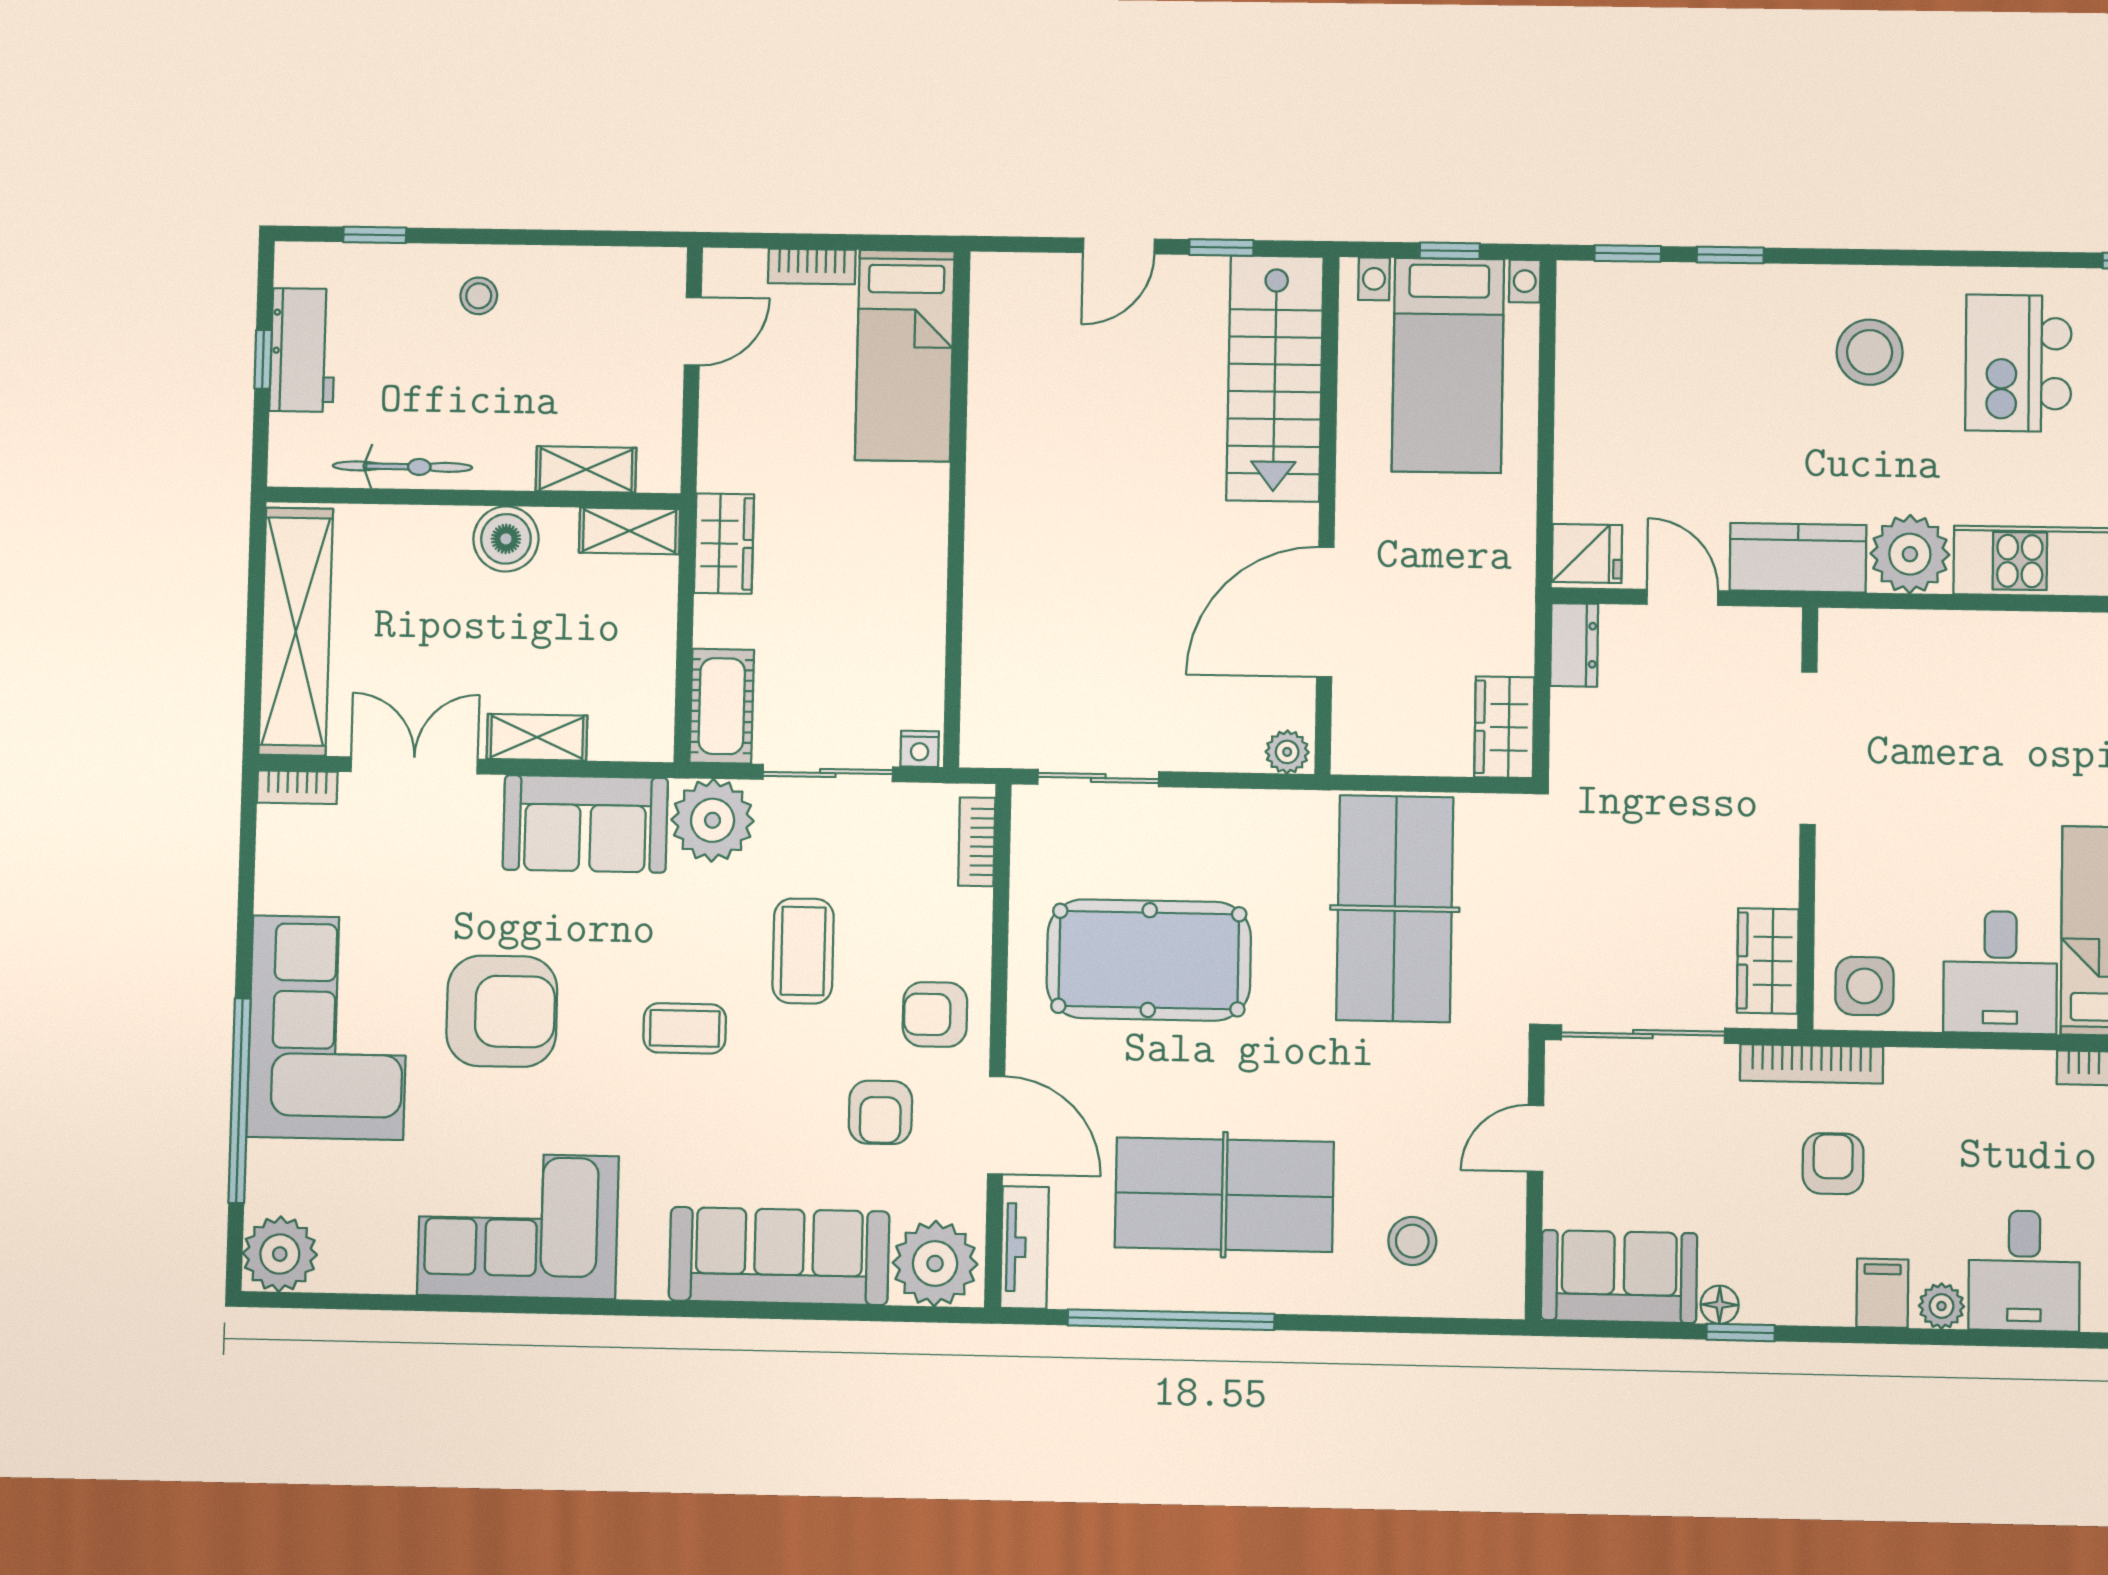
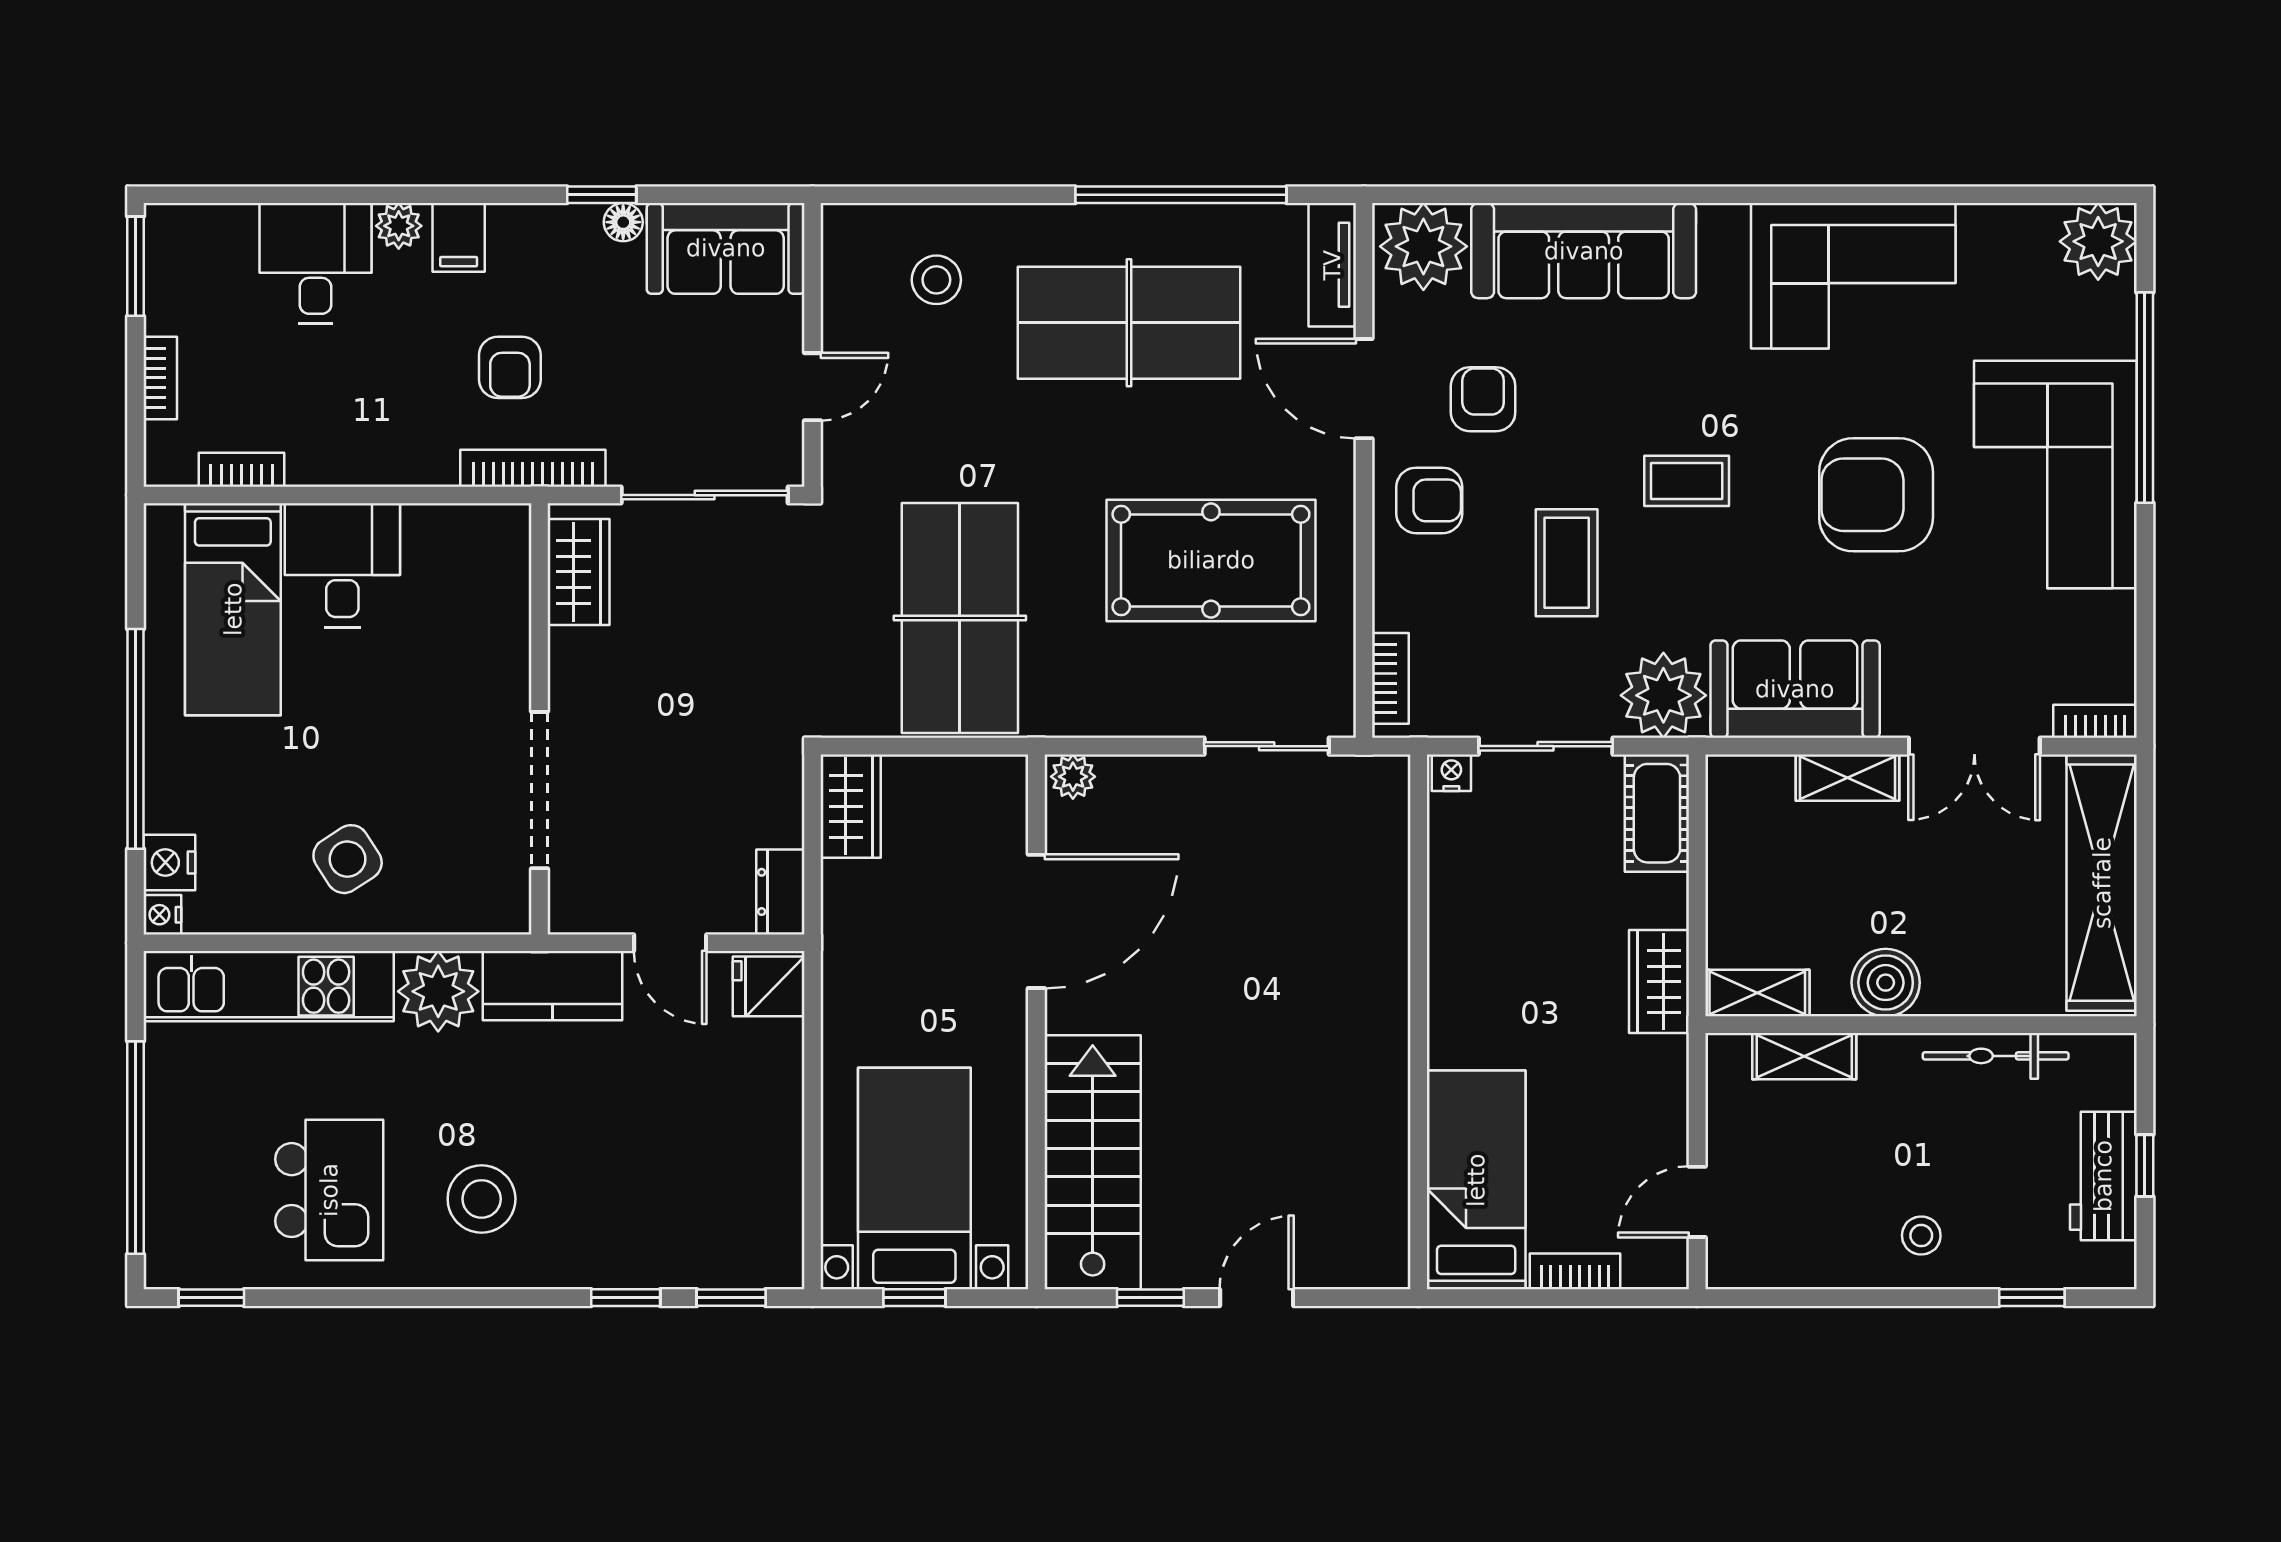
side table: (1864, 986) -> (348, 859), moved, turned -33

